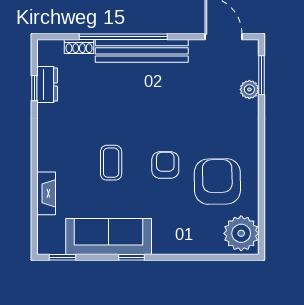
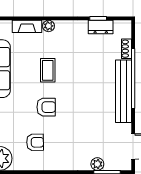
plant: (45, 162) -> (48, 26), added
coffee table: (111, 163) -> (48, 70), turned 90
armchair: (217, 181) -> (35, 142), width x0.53, depth x0.53

